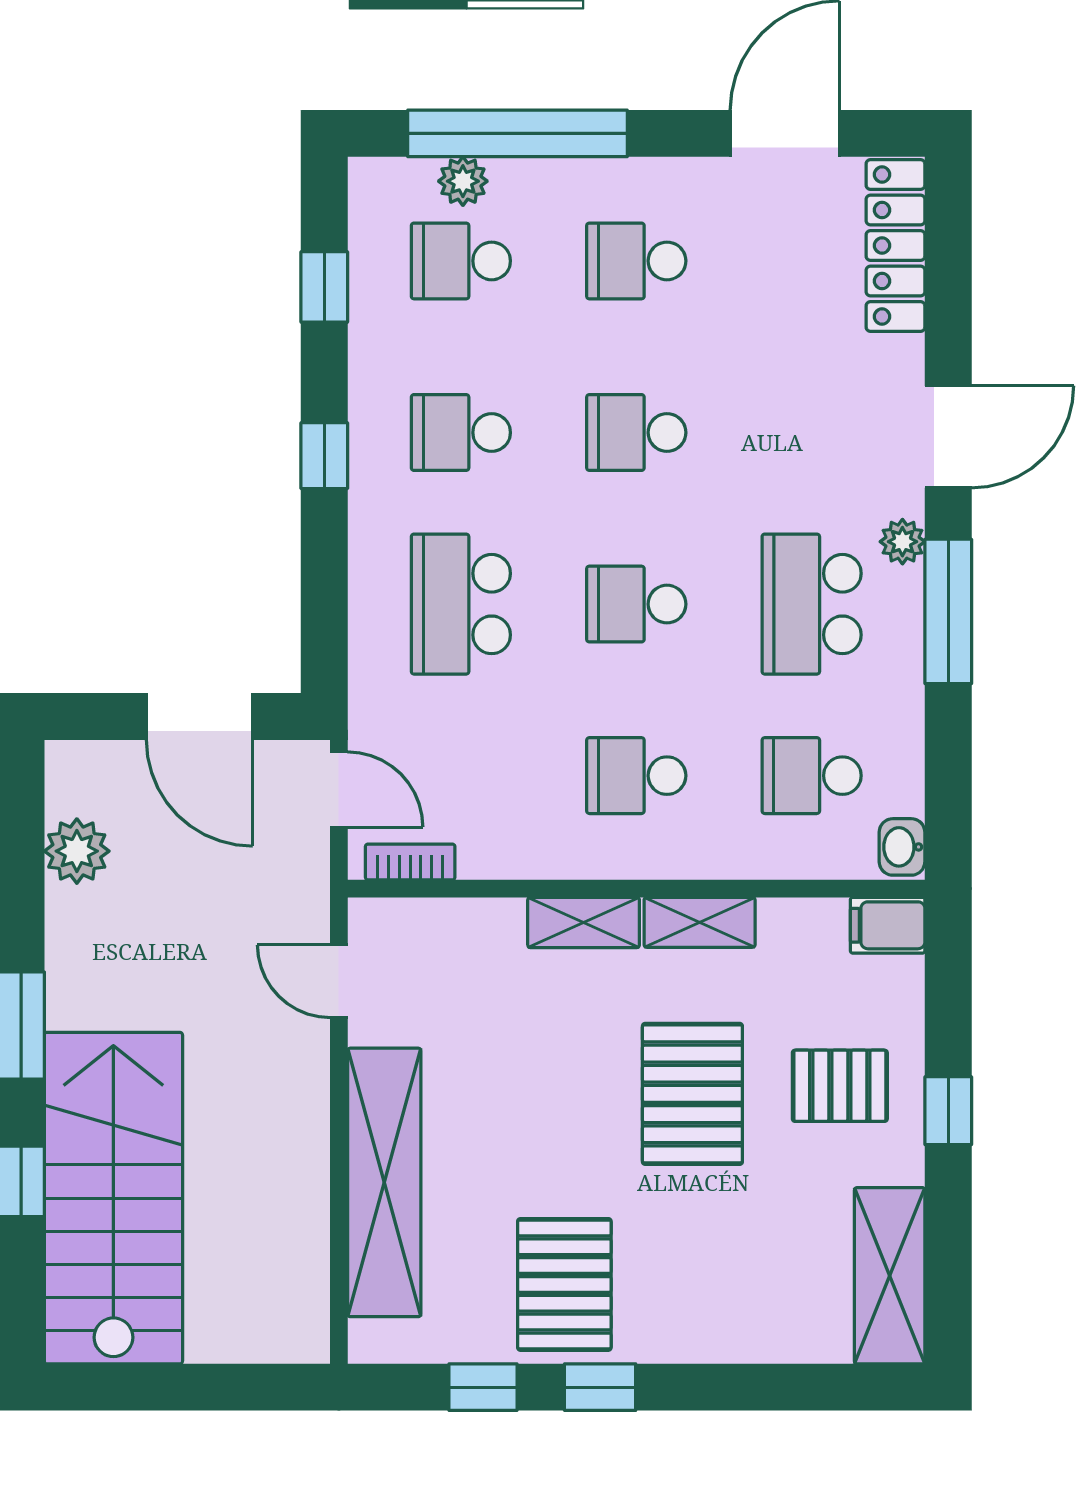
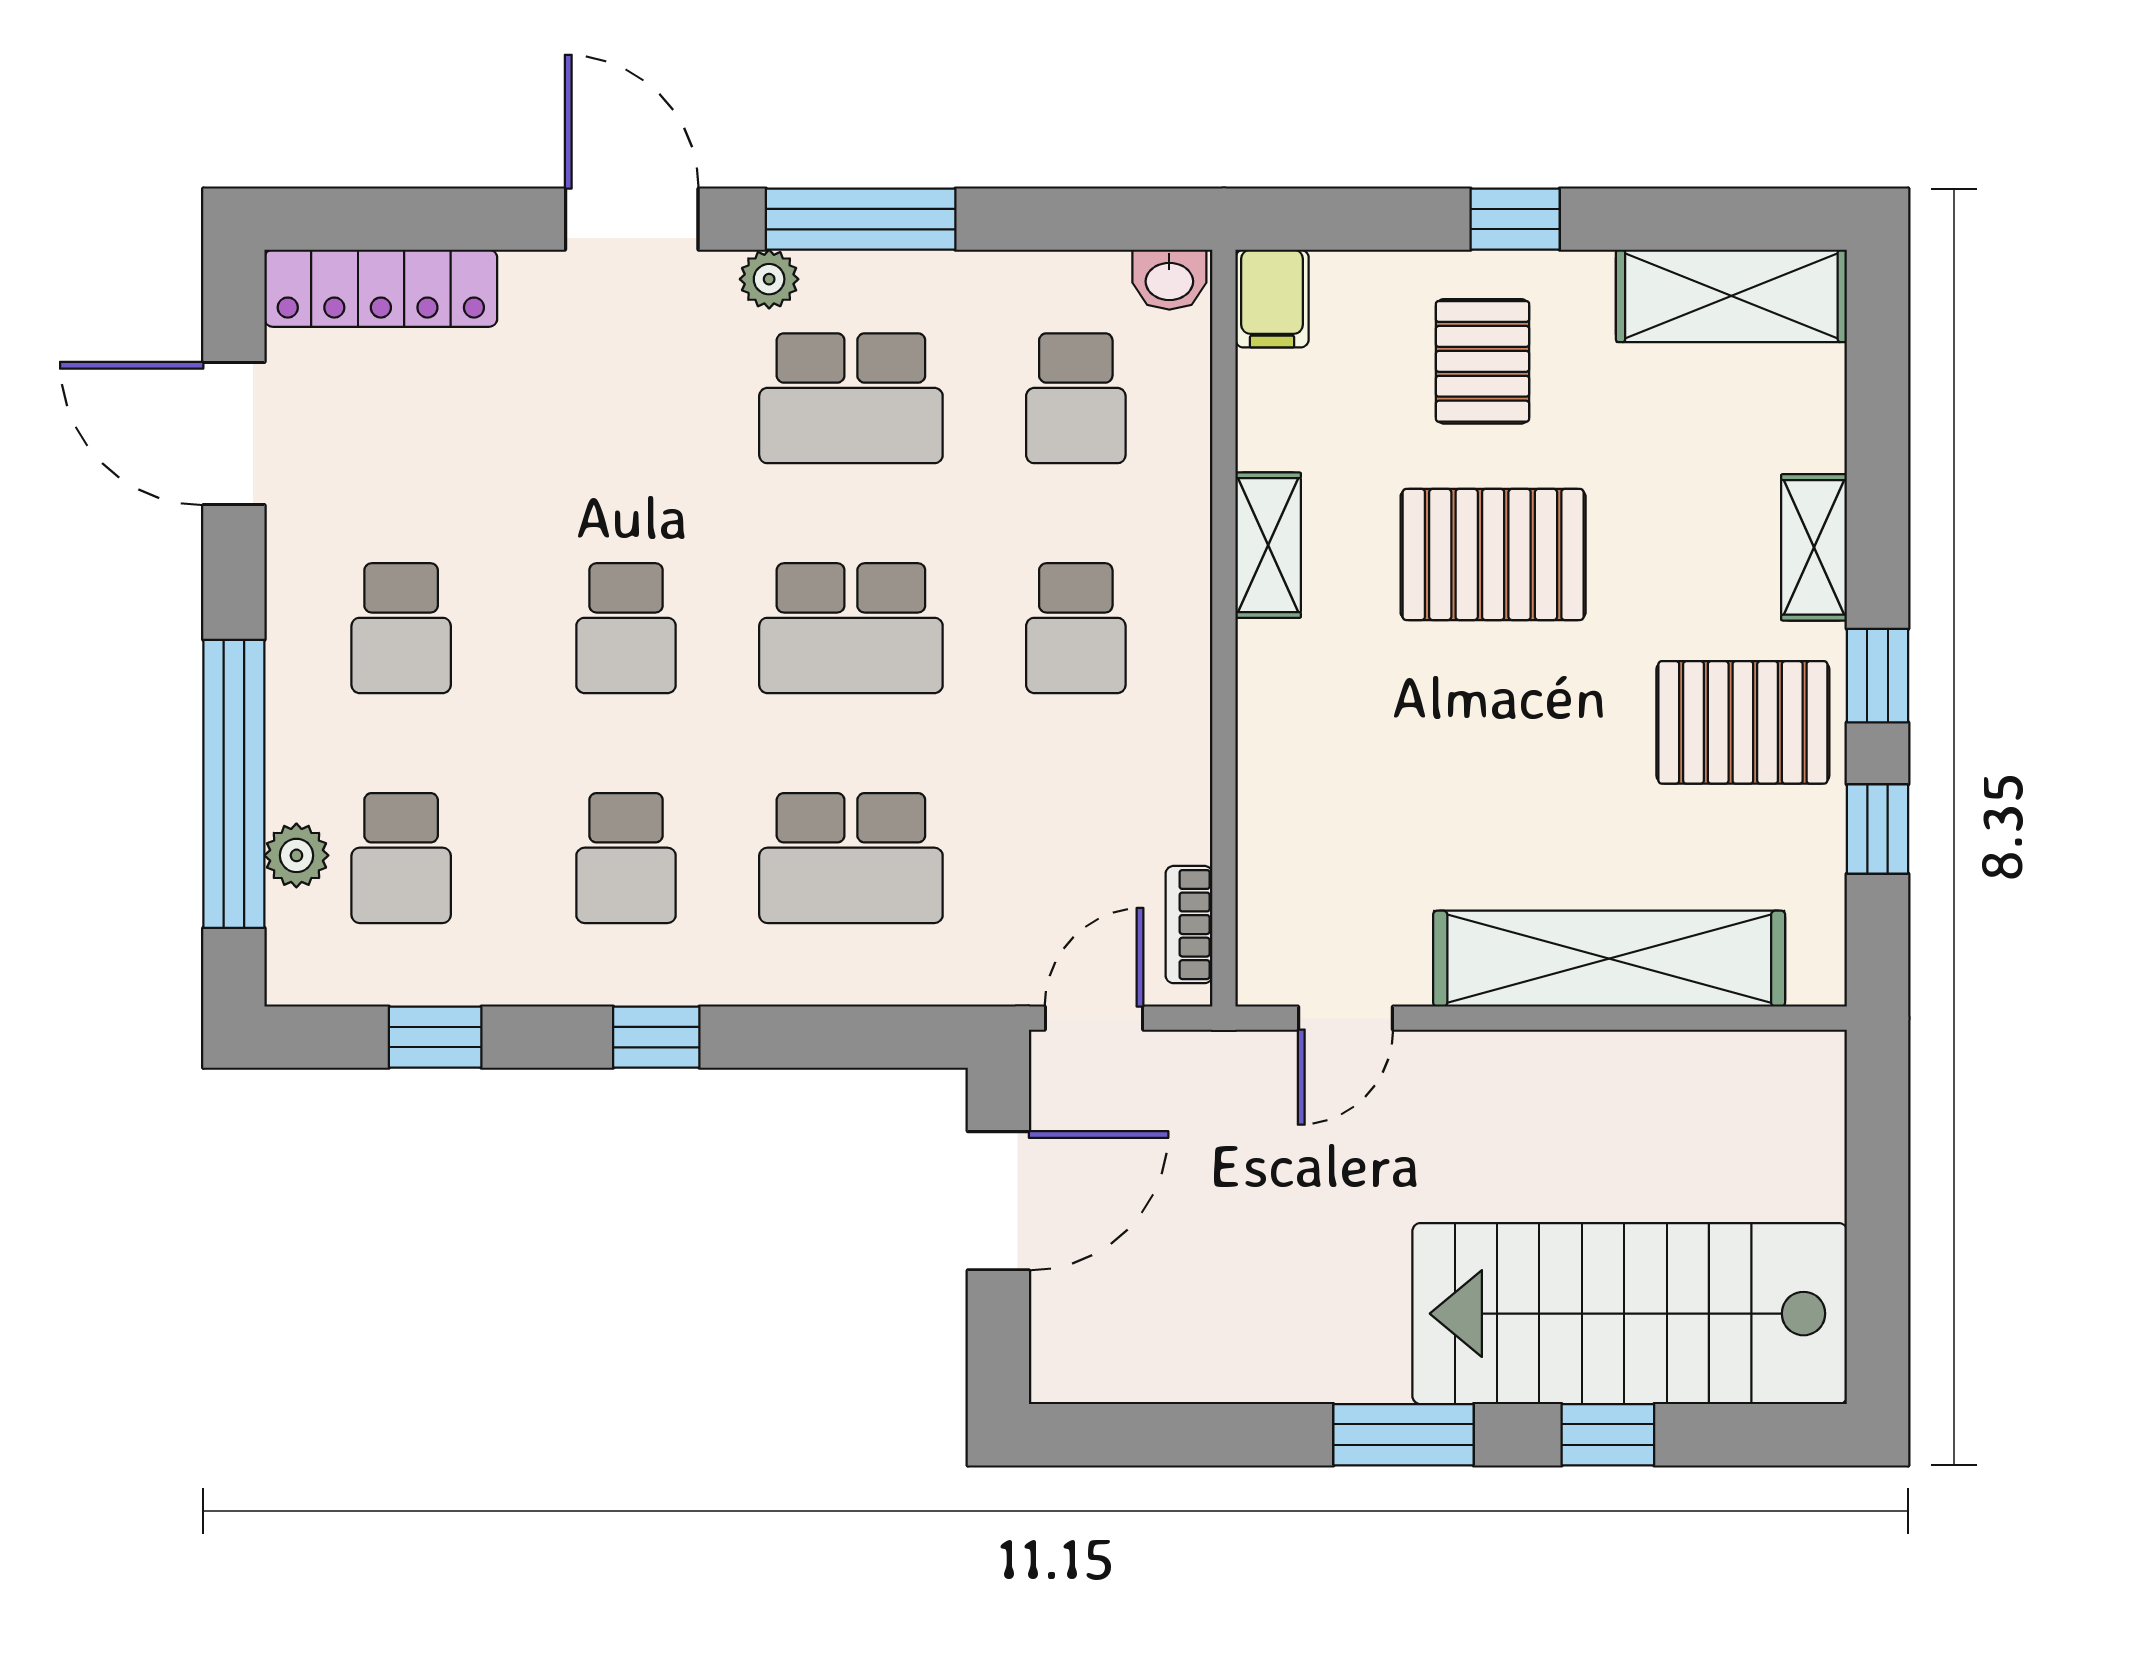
school desk: (636, 604) -> (851, 628), width x1.85
plant: (77, 851) -> (1175, 1362), removed
shelving: (584, 922) -> (1814, 547), moved

